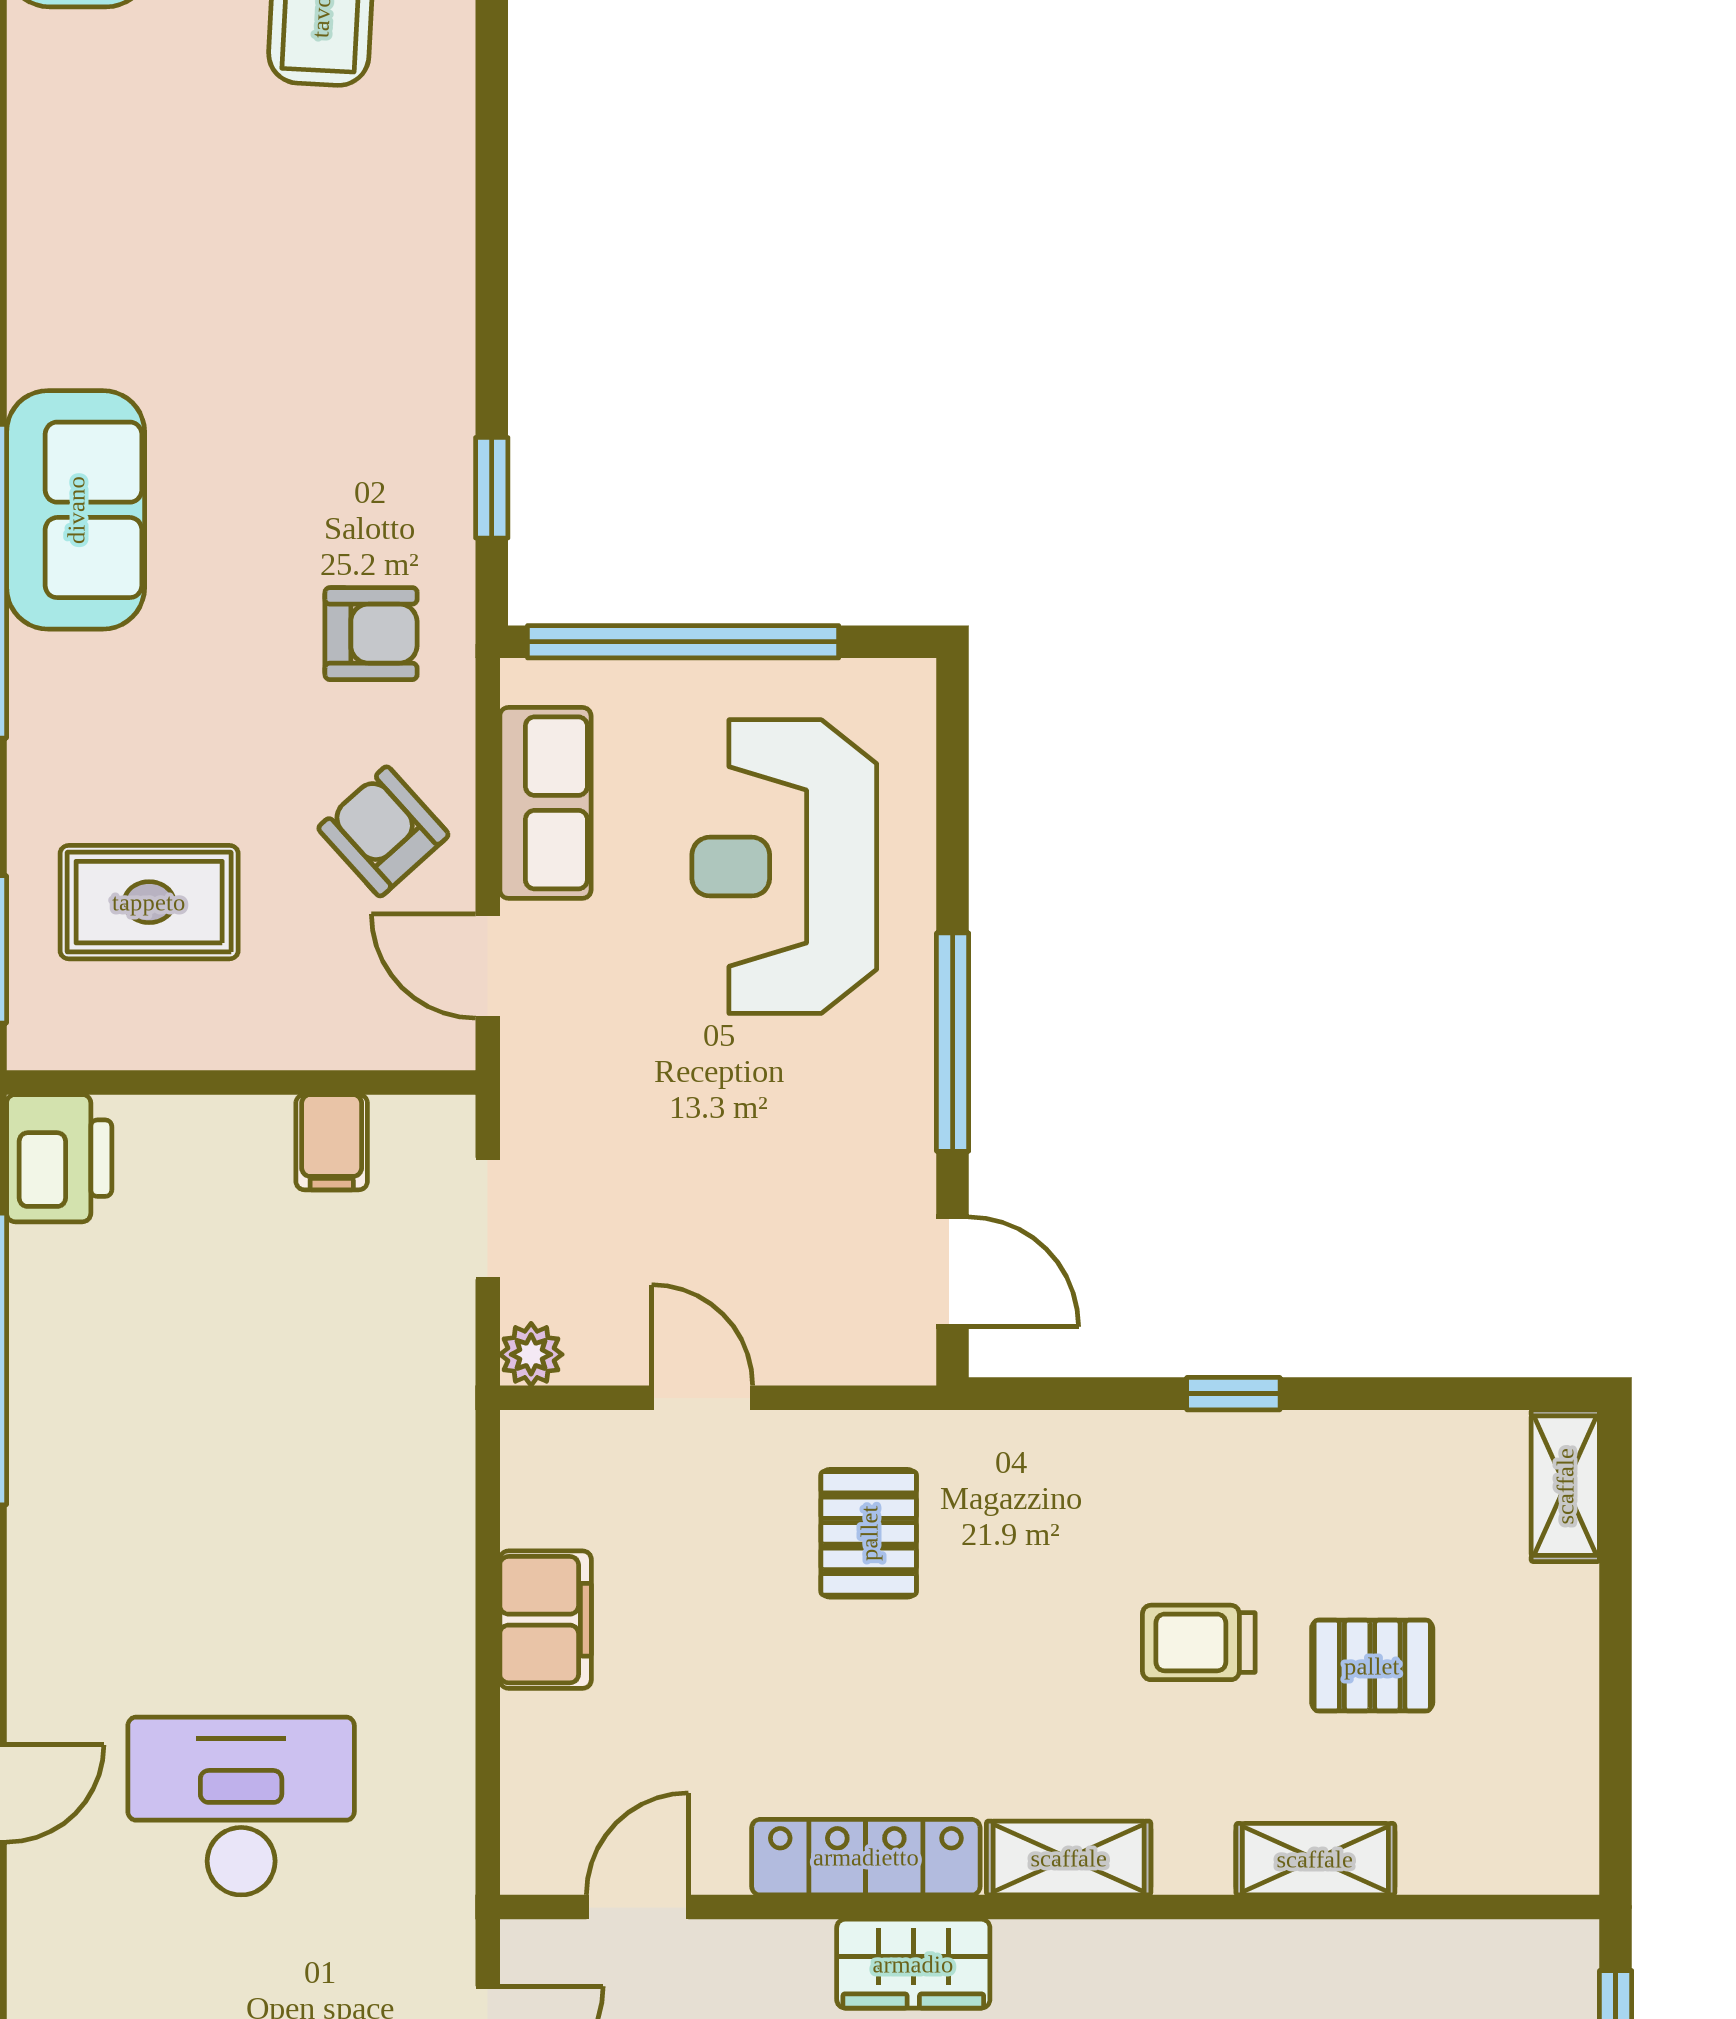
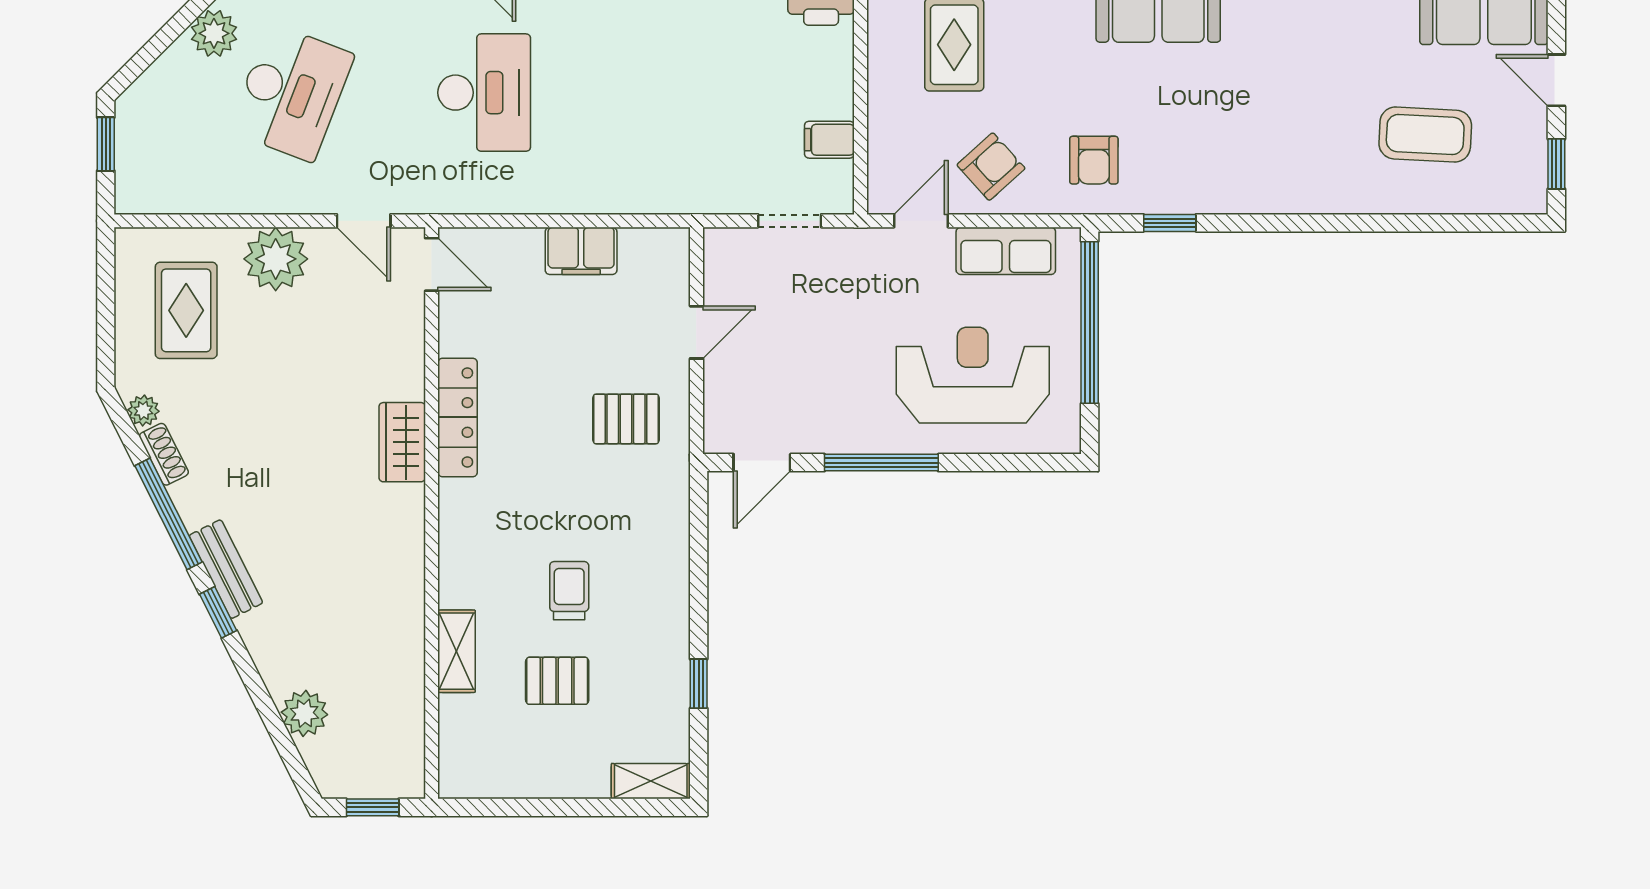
plant: (531, 1354) -> (719, 243), removed
window: (1233, 1394) -> (699, 684), moved
pallet: (1372, 1666) -> (557, 681), turned 90
shelving: (1069, 1858) -> (457, 523), removed
door: (637, 1907) -> (432, 264), moved

